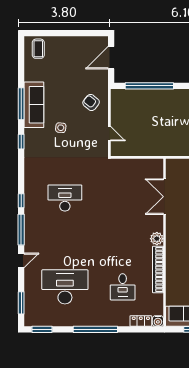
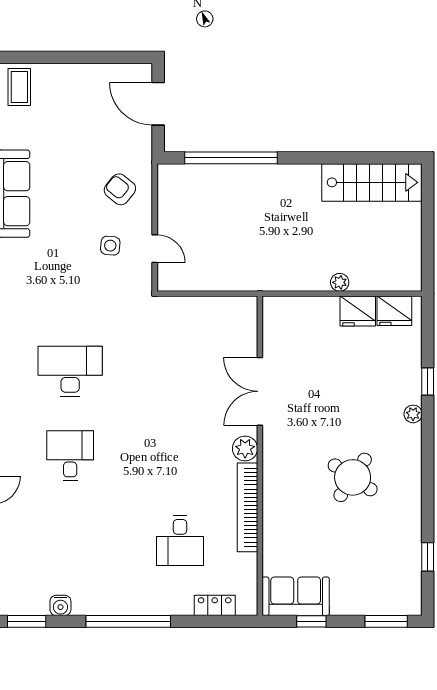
door: (111, 58) -> (158, 104), hinge flipped
side table: (61, 128) -> (110, 246), moved
double door: (165, 197) -> (260, 391), moved
desk: (65, 287) -> (70, 456), moved, width x0.53, depth x0.77
water cooler: (158, 321) -> (60, 605), moved

